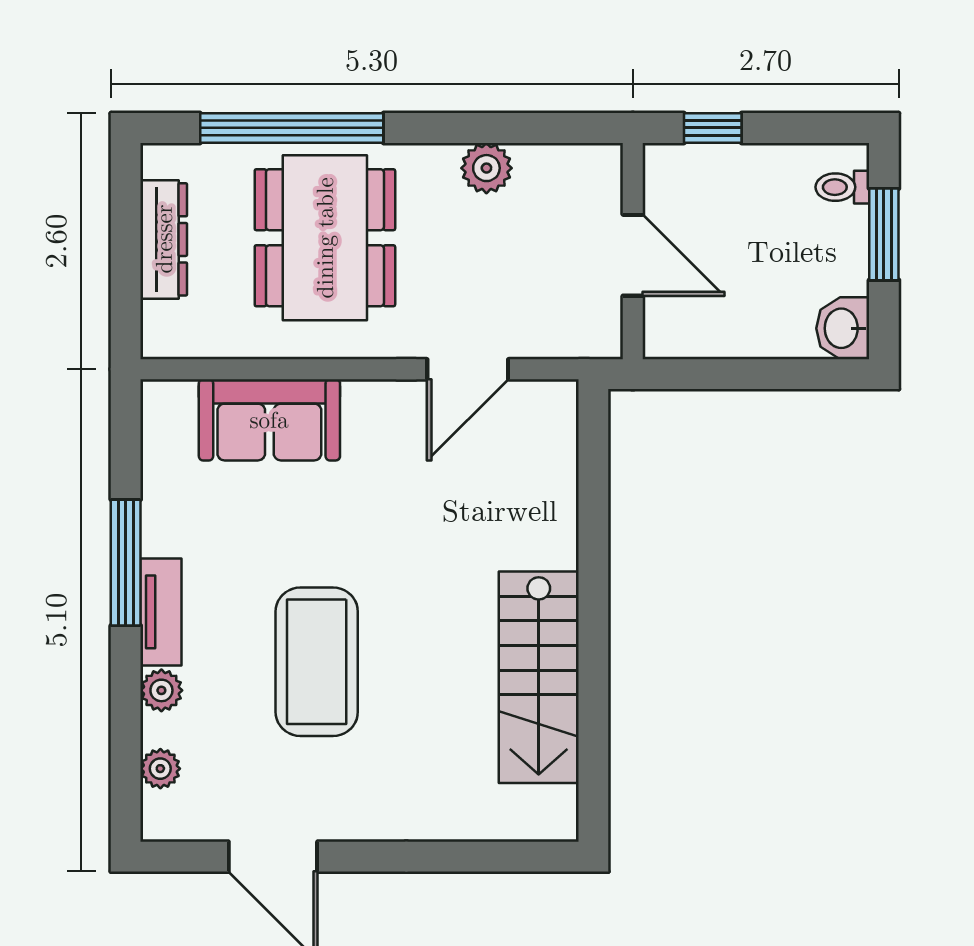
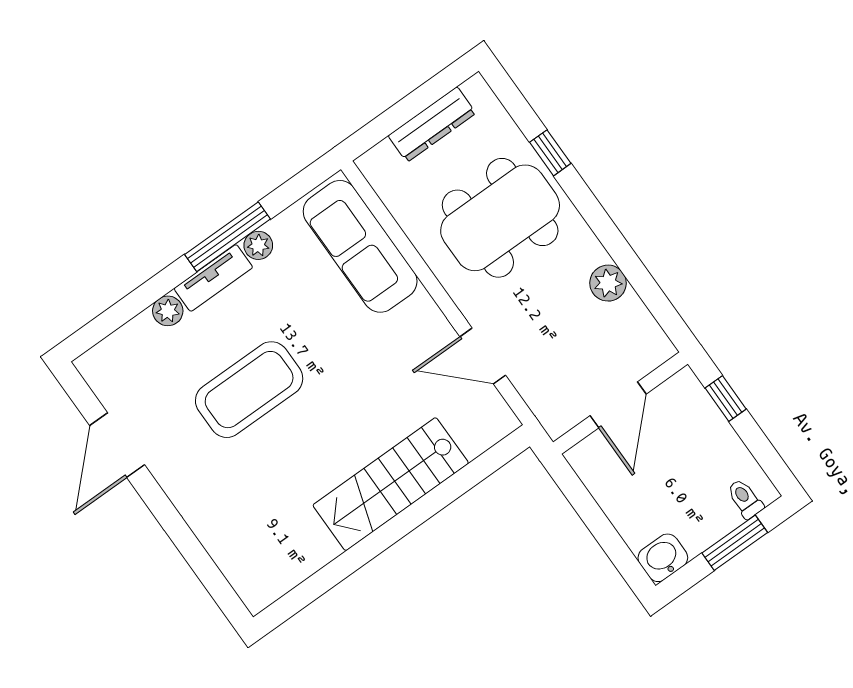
window: (292, 128) -> (550, 153), width x0.32
sofa: (269, 420) -> (360, 246), width x1.36
stairs: (539, 677) -> (391, 484), moved
plant: (160, 769) -> (258, 245), moved

